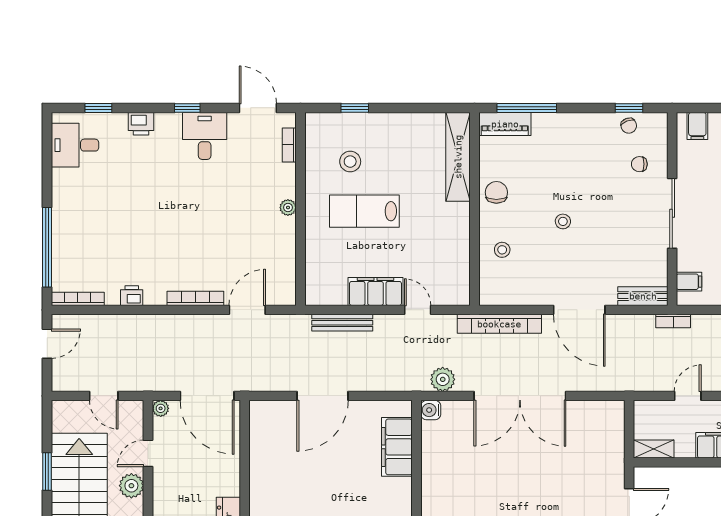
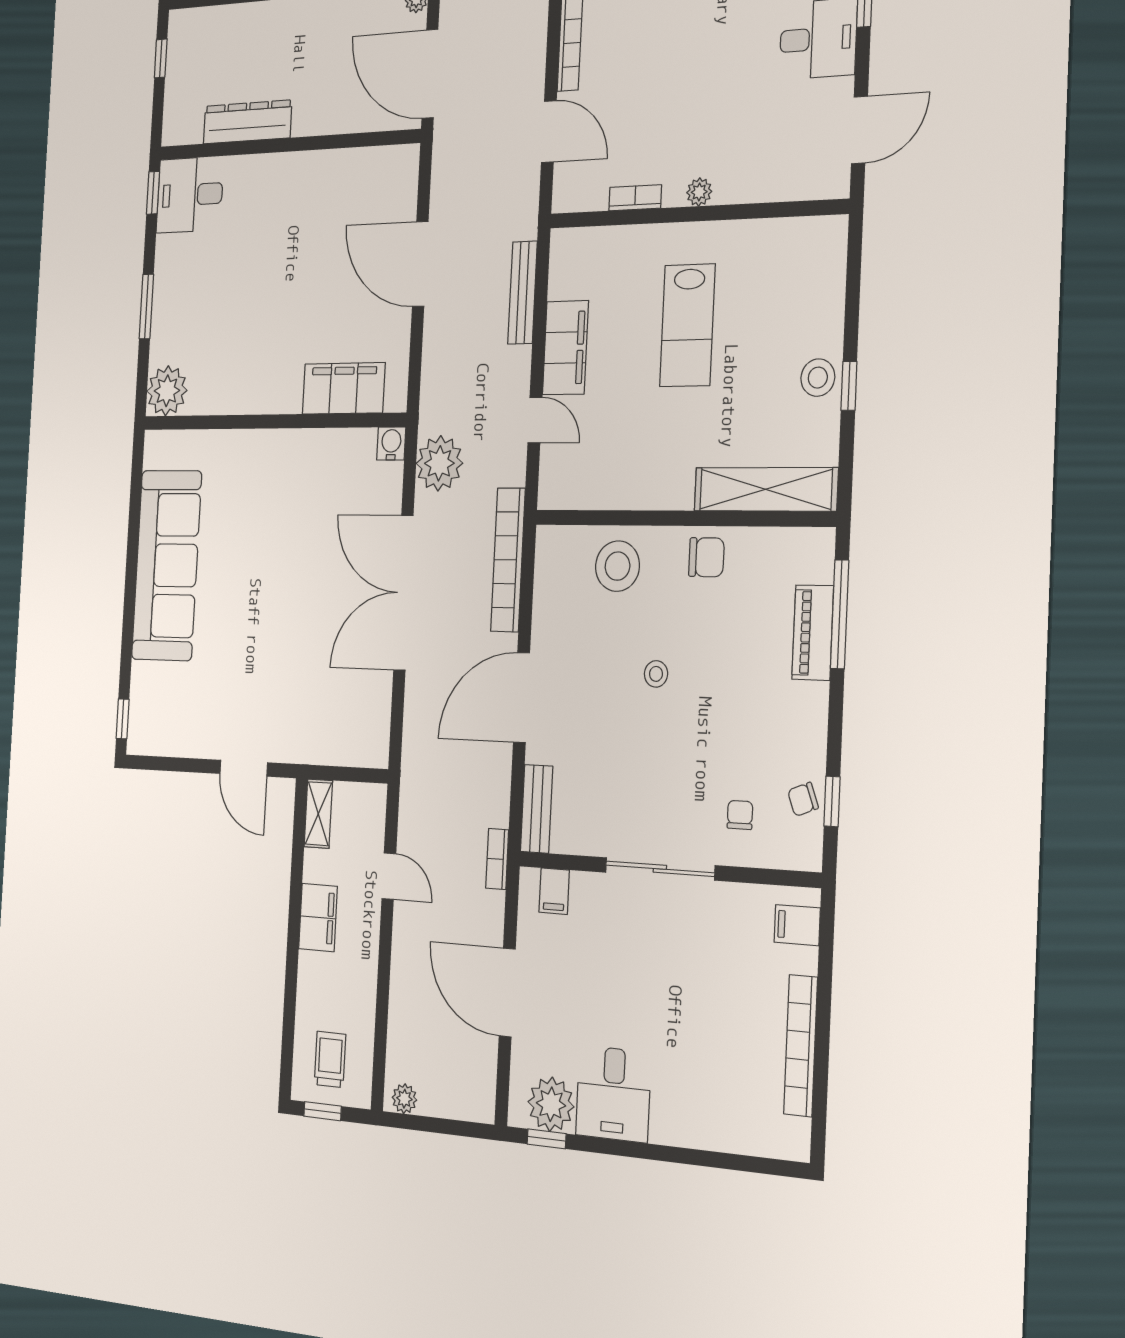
window: (355, 108) -> (849, 386), moved
piano: (505, 124) -> (813, 633), moved
bookcase: (289, 145) -> (635, 198), moved
stool: (350, 162) -> (818, 378), moved
lab bench: (364, 211) -> (687, 325), turned 180
stool: (502, 250) -> (617, 566), width x1.89, depth x1.89
door: (418, 310) -> (535, 420), hinge flipped
plant: (443, 379) -> (439, 463), width x1.36, depth x1.36
door: (207, 396) -> (430, 74), hinge flipped

